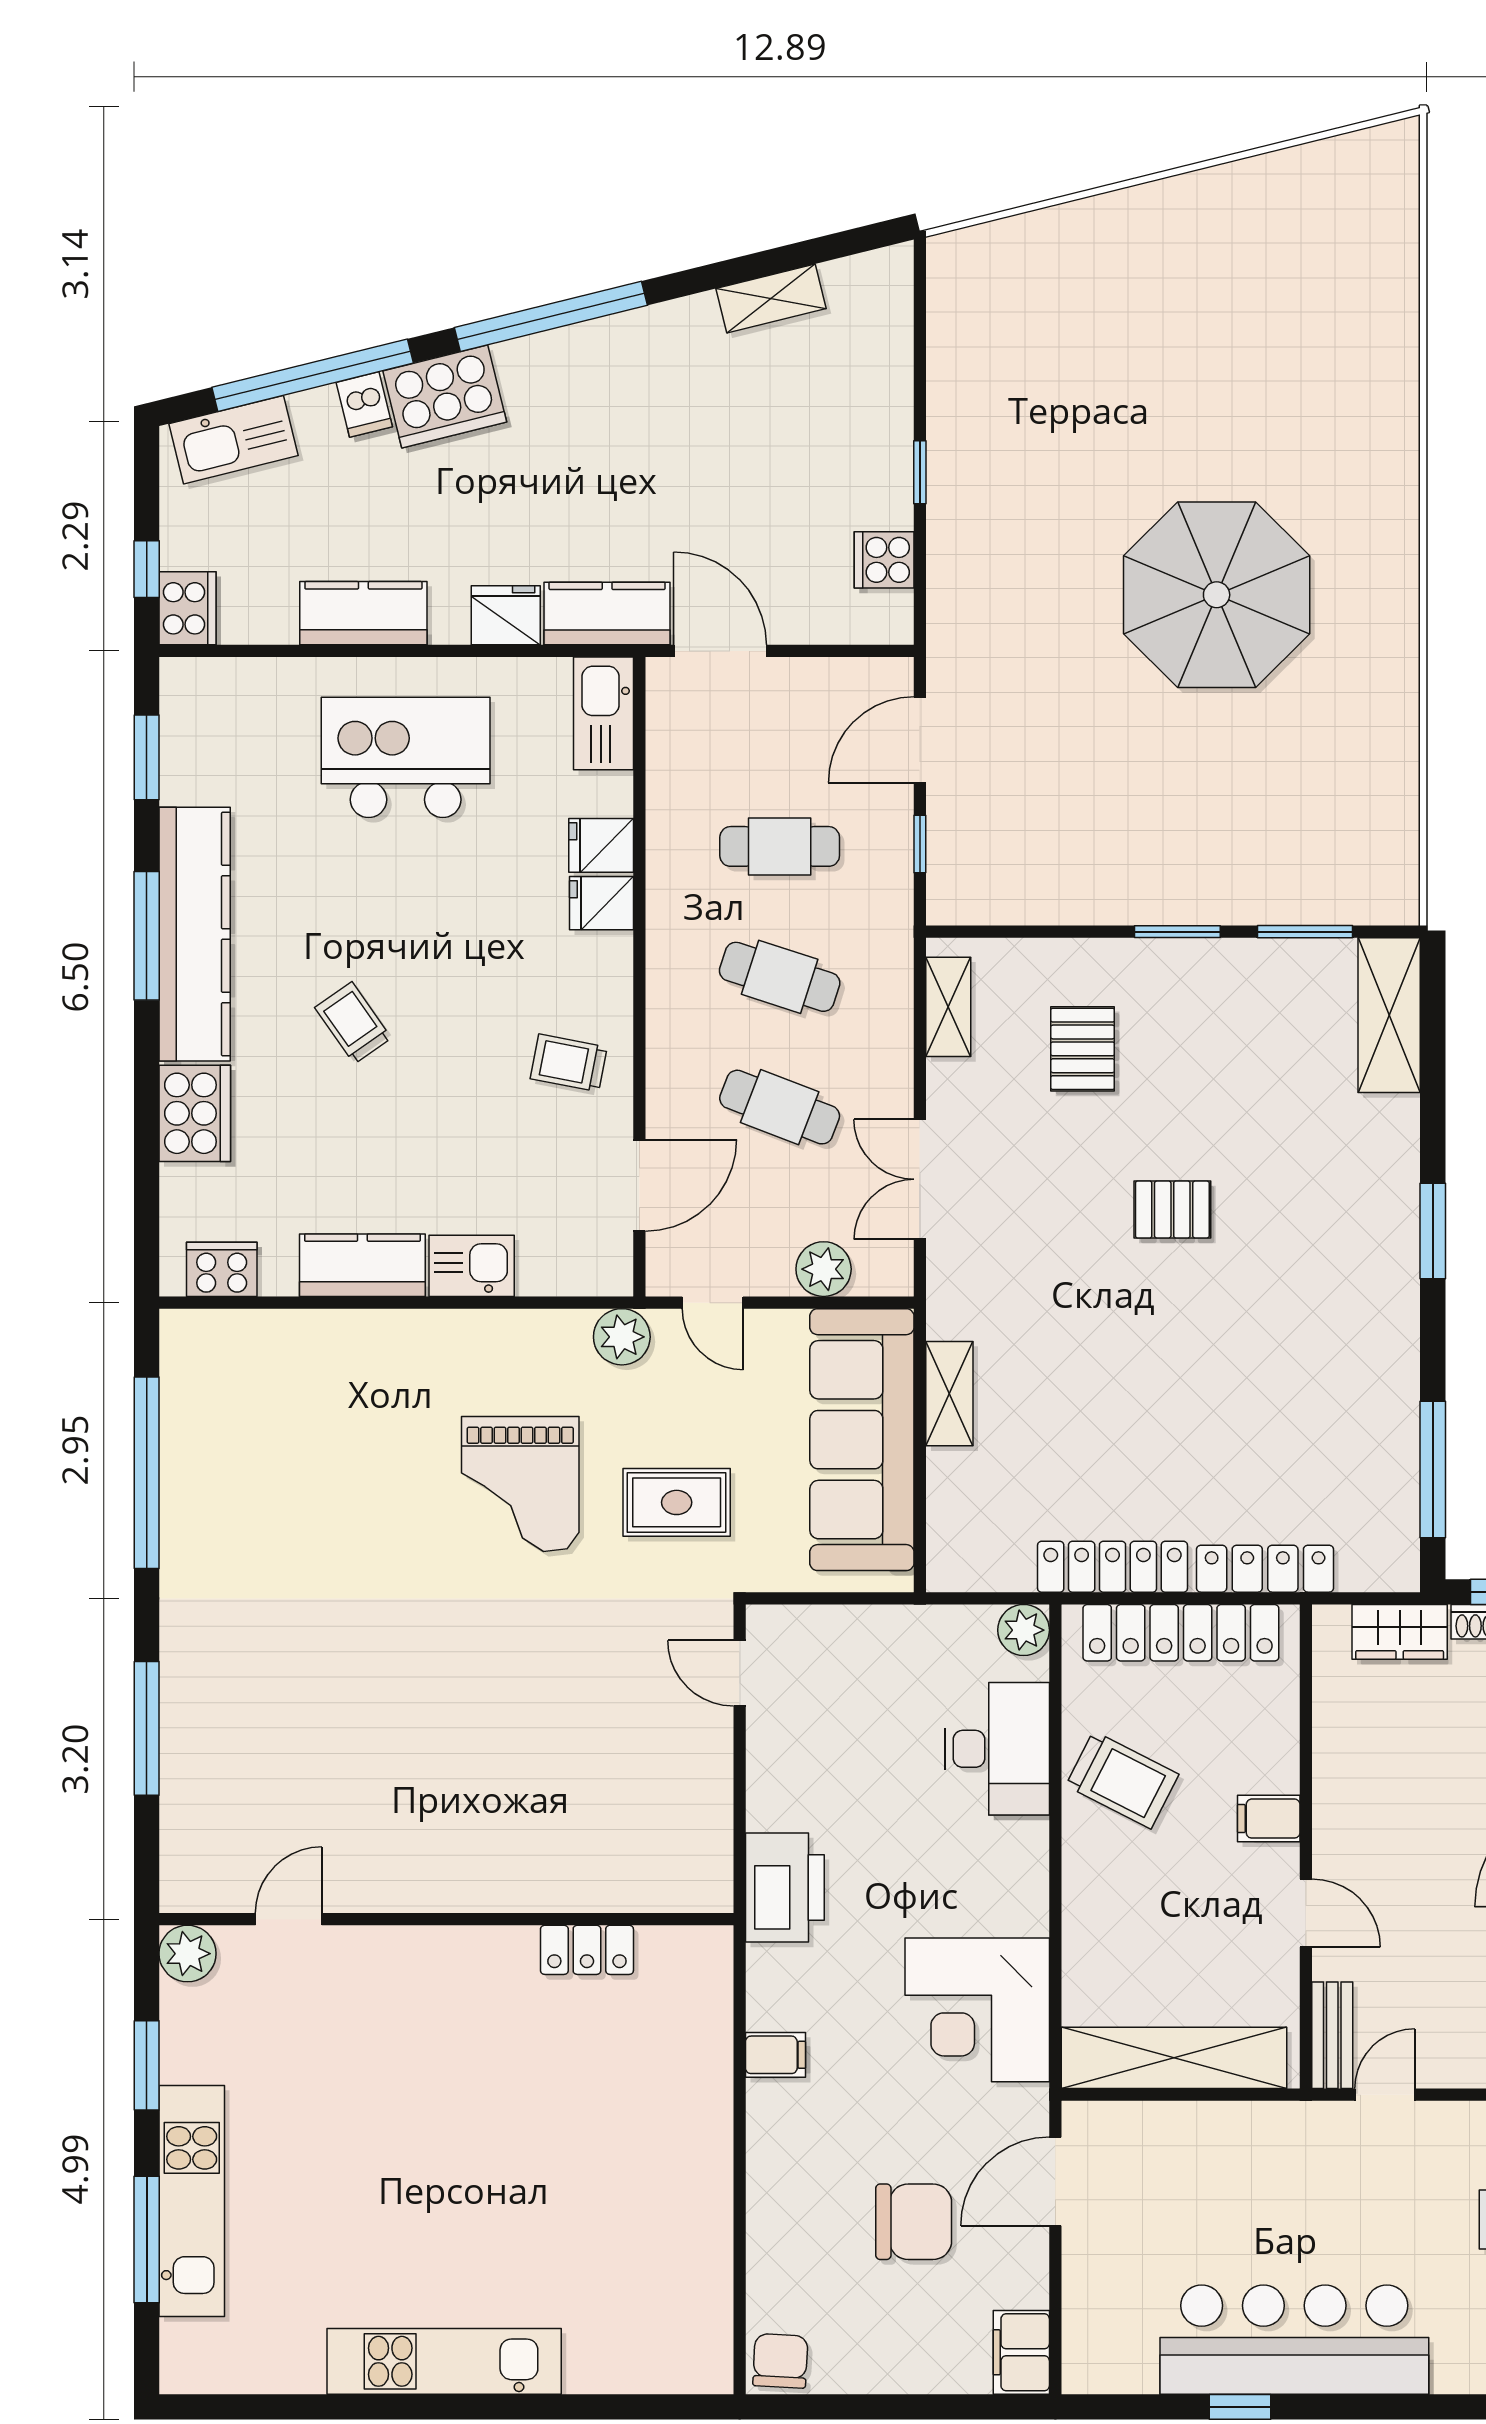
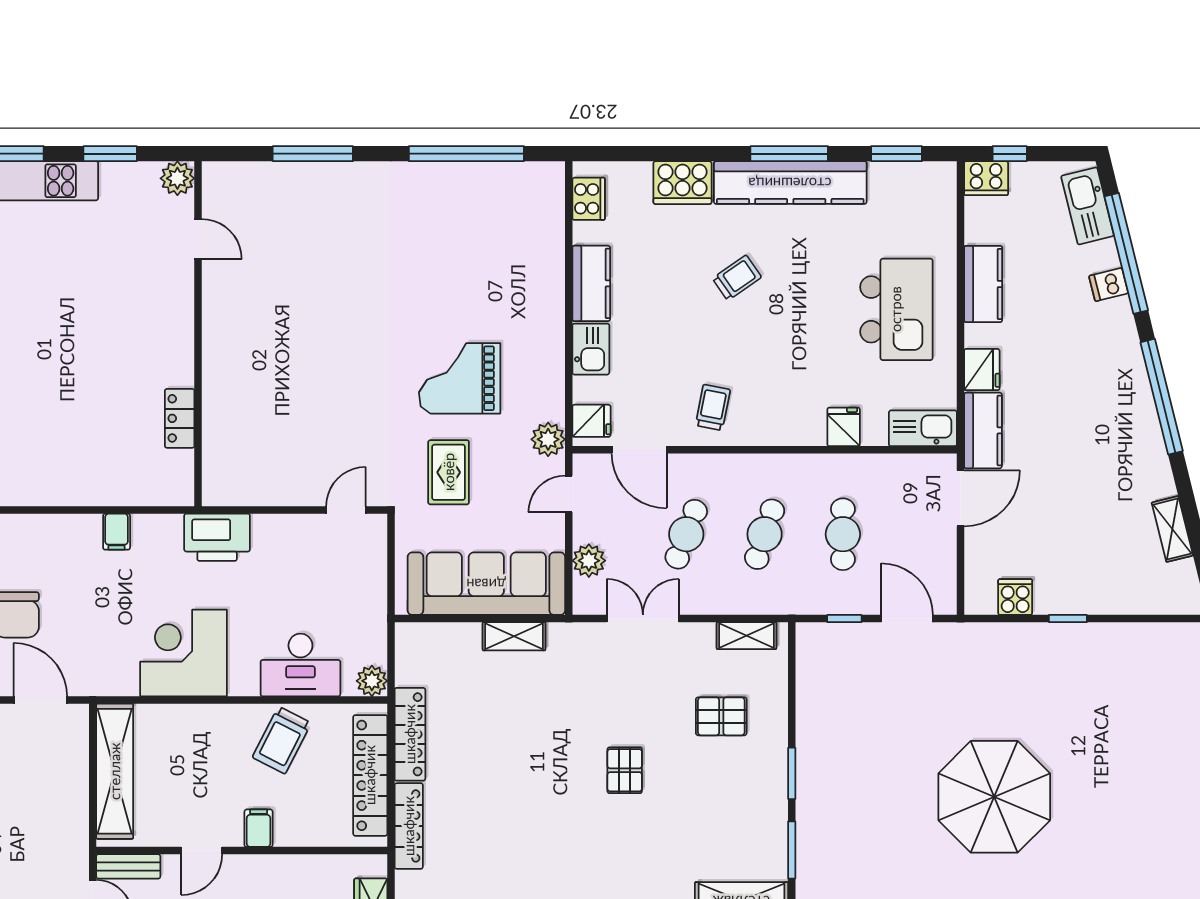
cooker: (445, 396) -> (1113, 333), removed
fridge: (601, 903) -> (591, 421), moved, turned 90
corner desk: (977, 2010) -> (183, 653), moved

